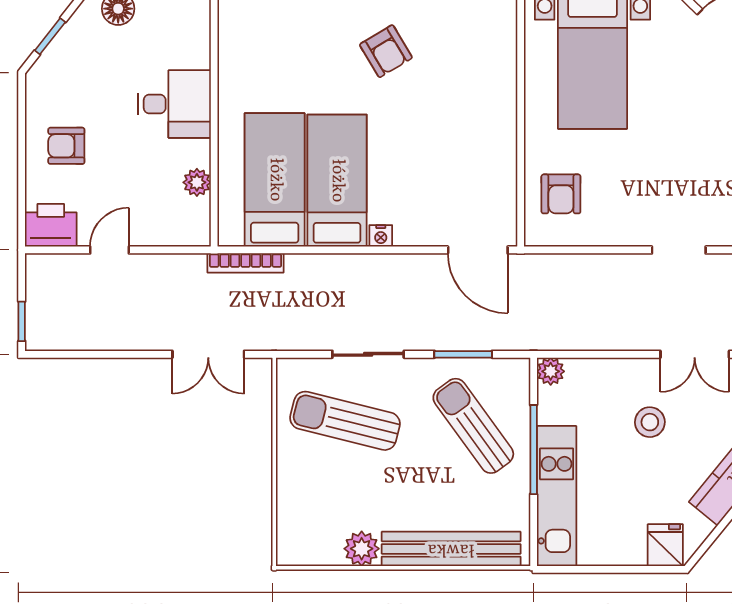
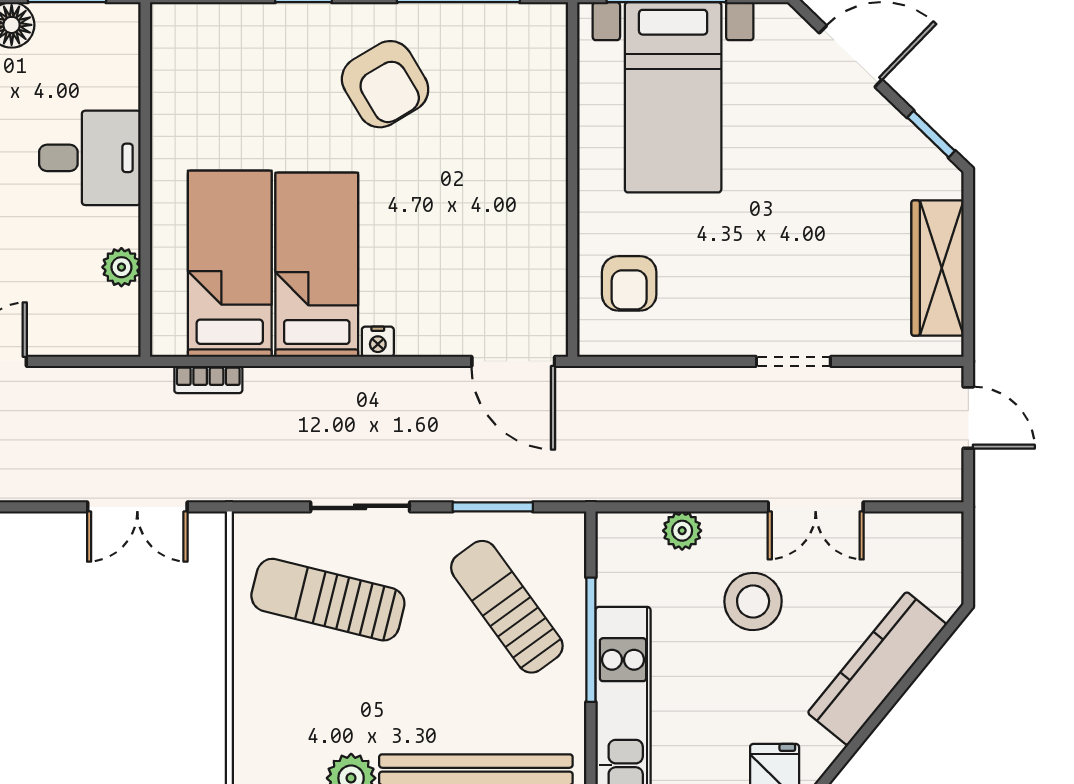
armchair: (386, 51) -> (385, 84), width x1.38, depth x1.38
bookcase: (246, 263) -> (208, 380), width x0.64
plant: (551, 371) -> (682, 531), moved
stool: (650, 422) -> (753, 601), width x1.38, depth x1.38

